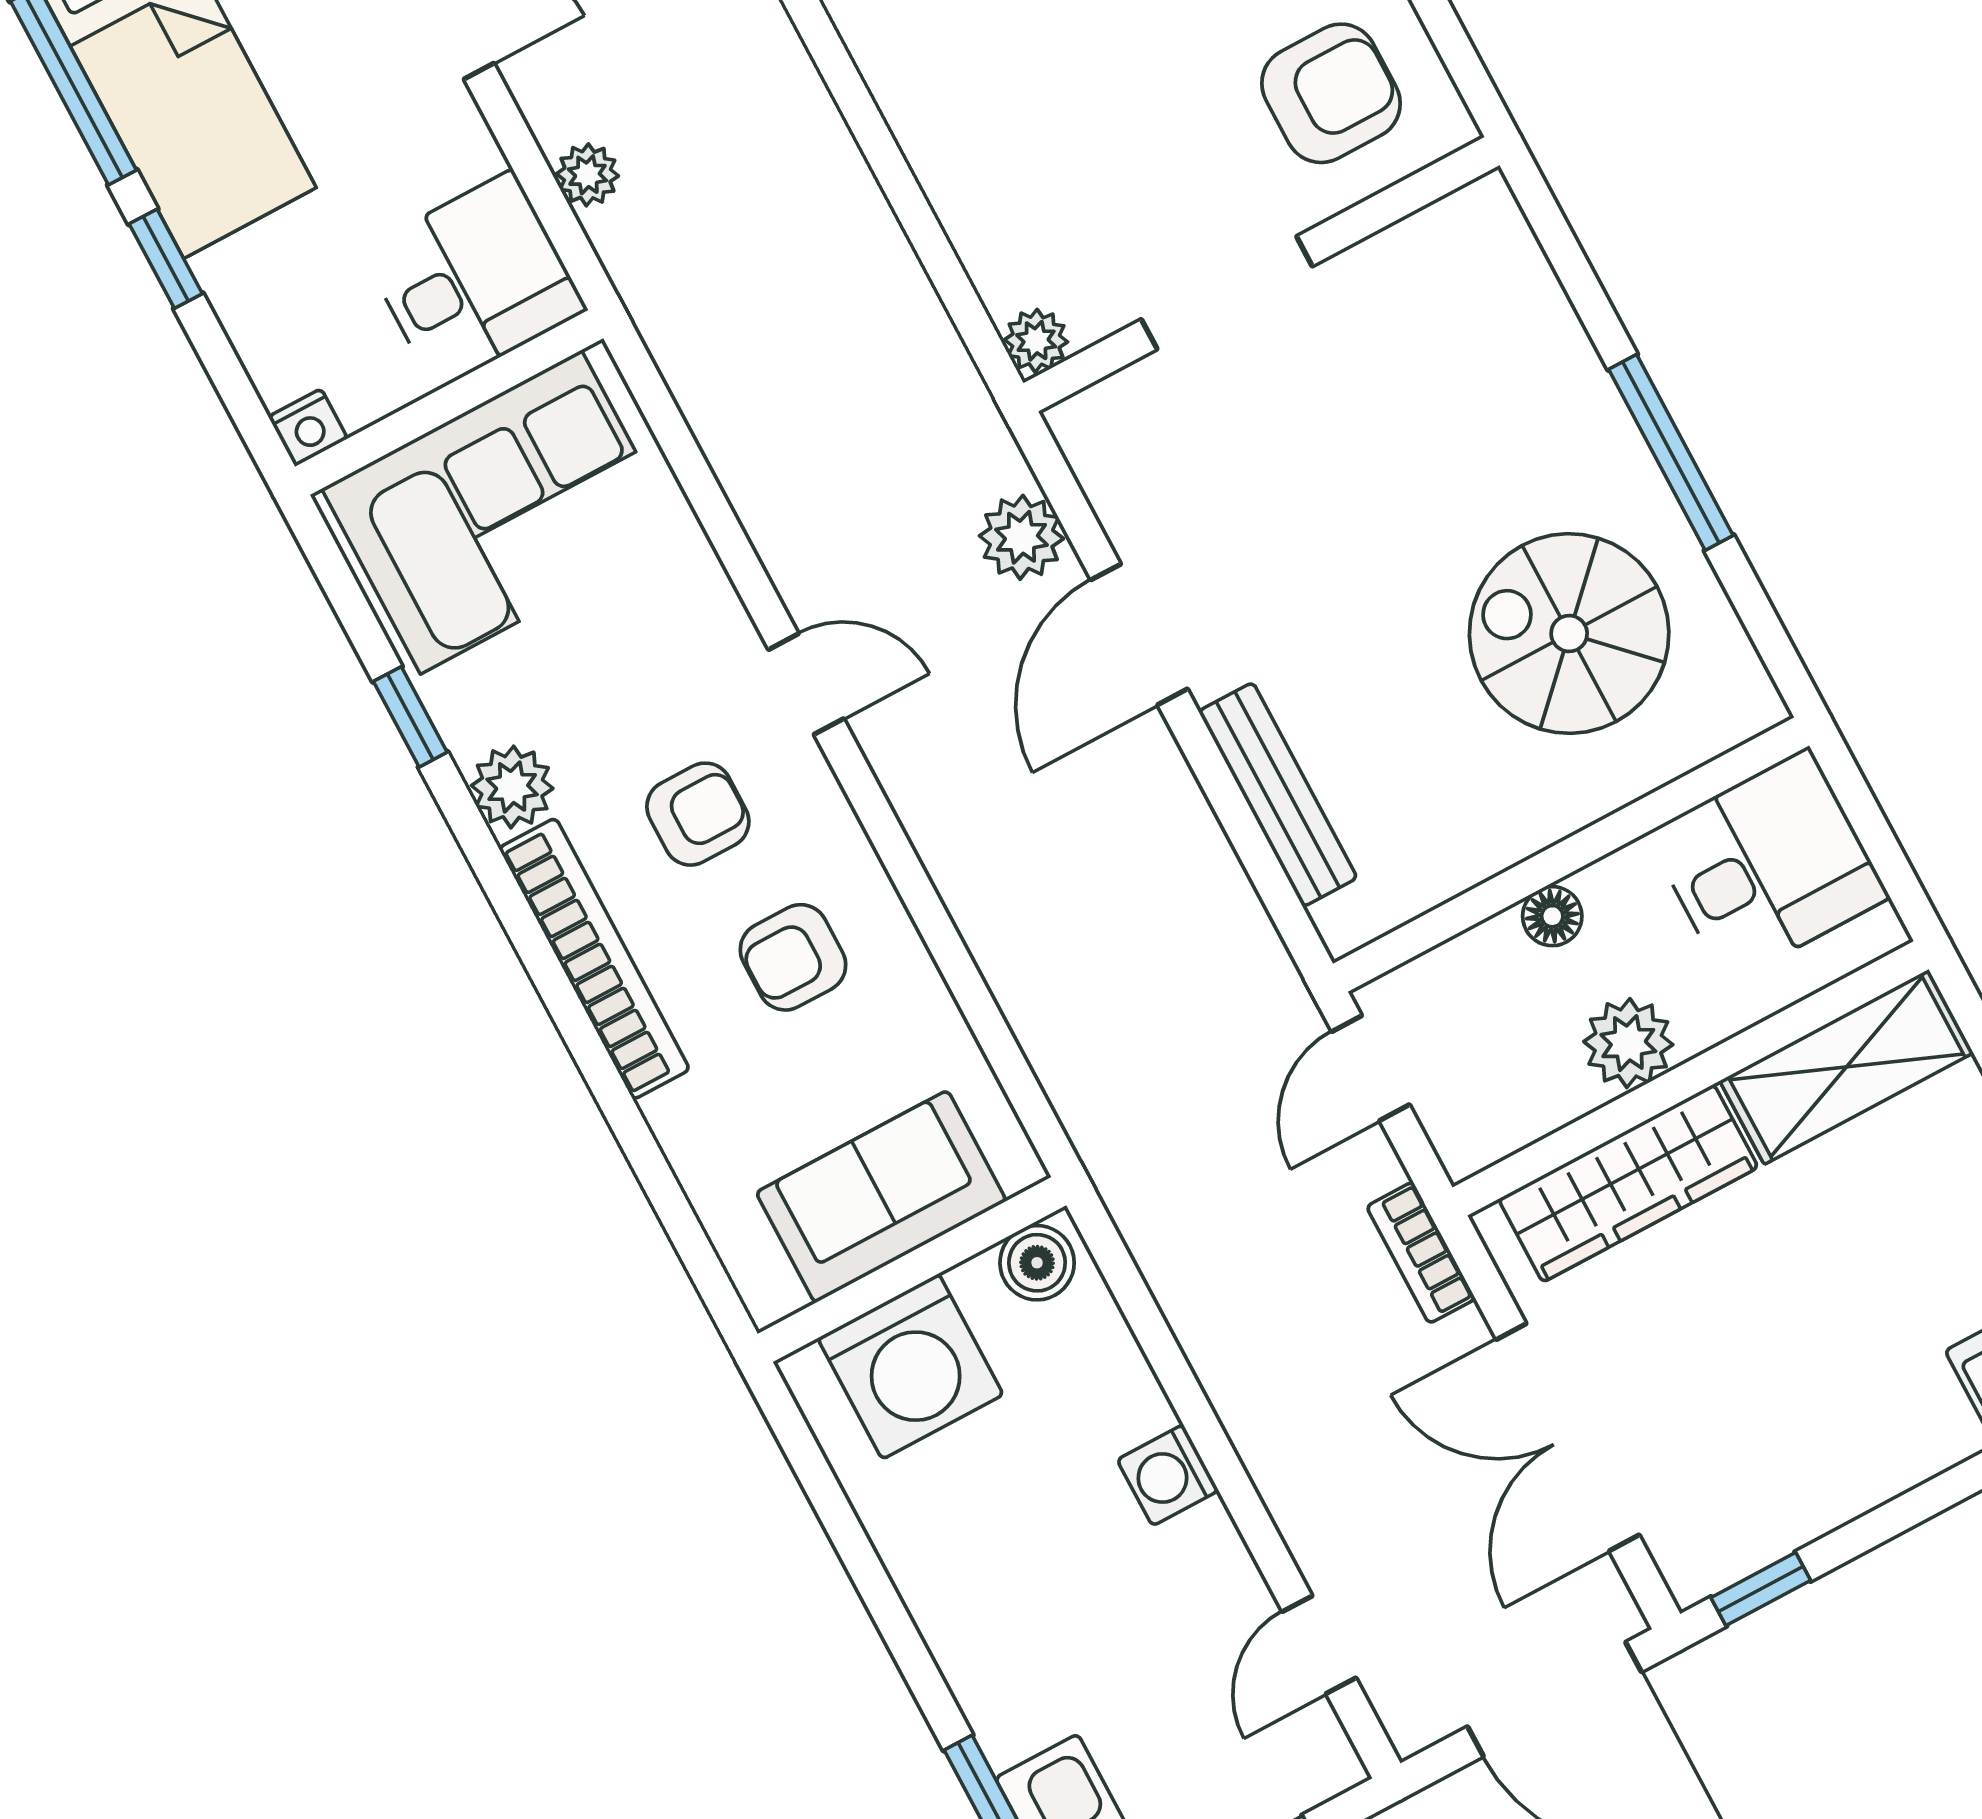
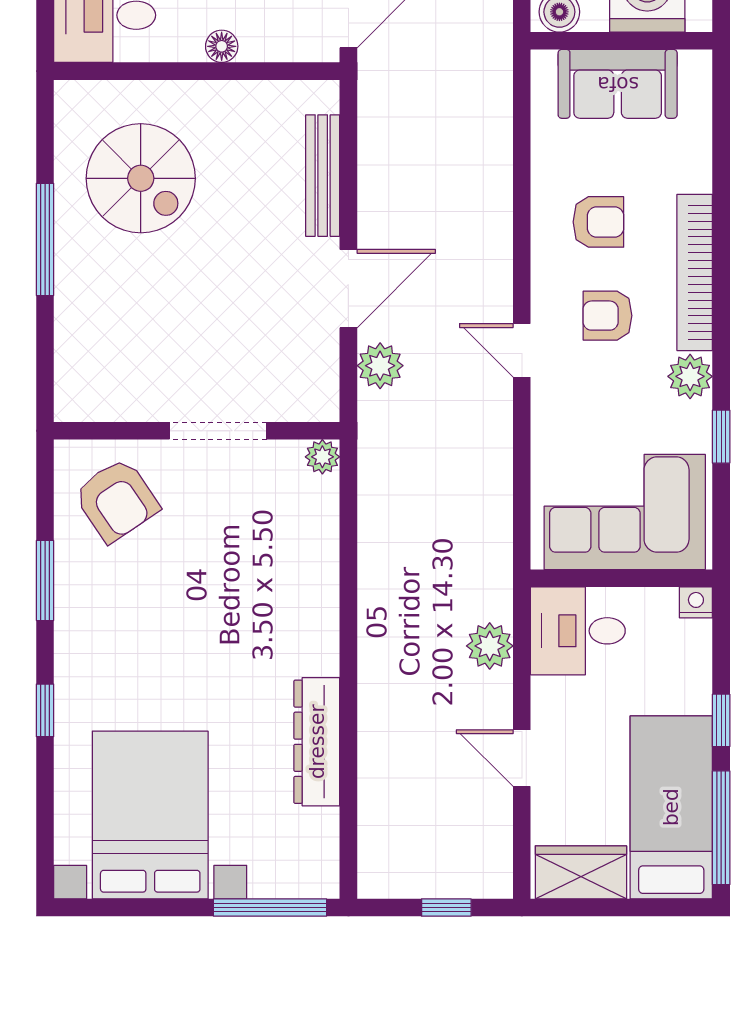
armchair: (1331, 93) -> (116, 500), turned -124
plant: (587, 175) -> (490, 646), width x1.38, depth x1.38

